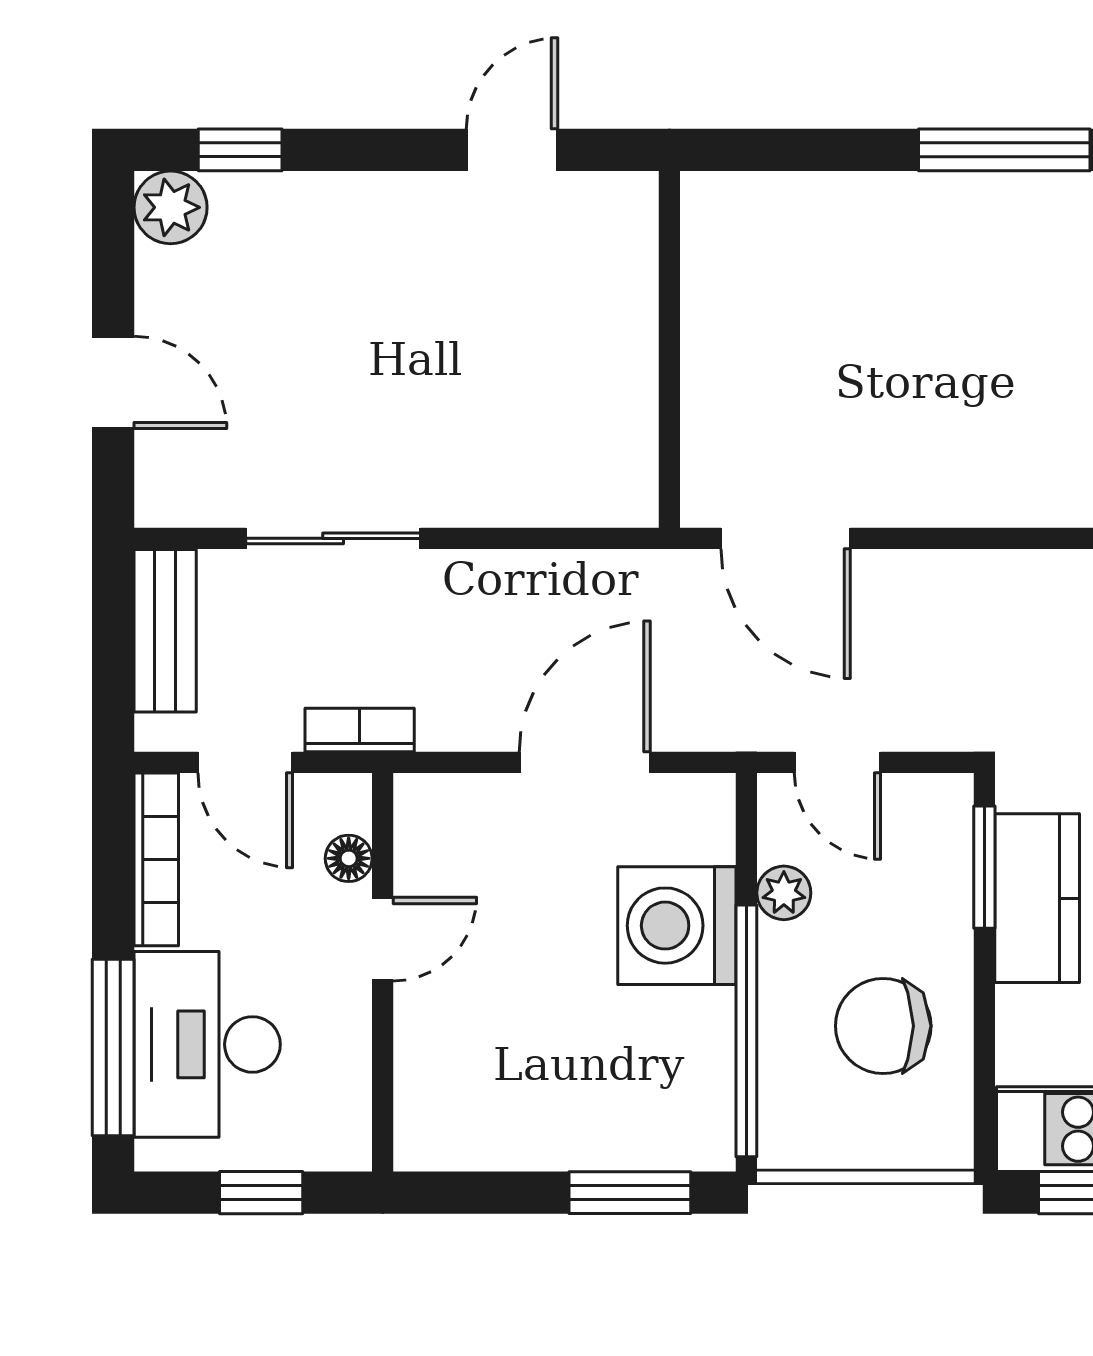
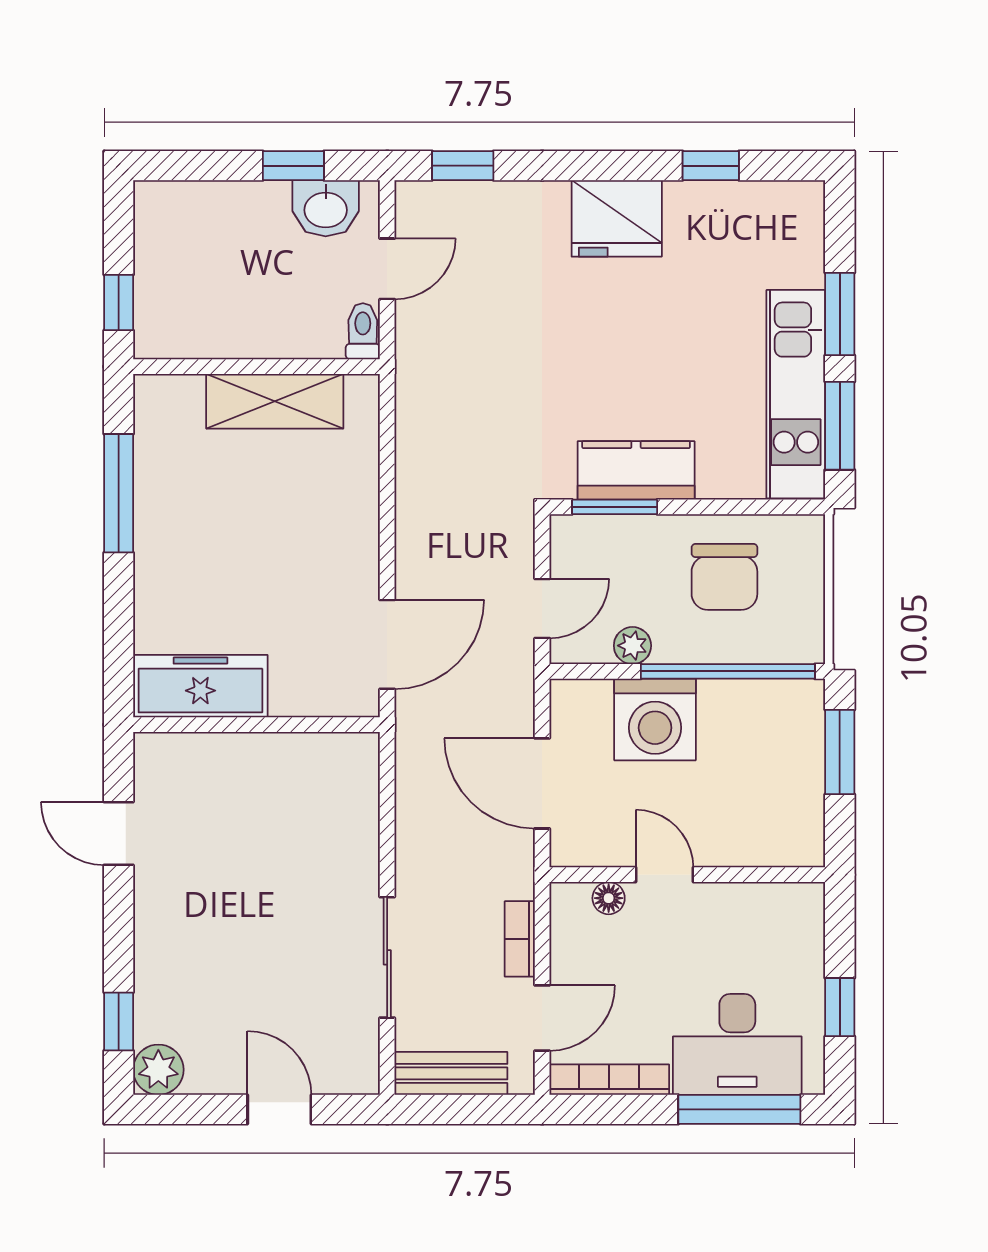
freezer: (725, 268) -> (200, 686), added
door: (113, 382) -> (279, 1109), hinge flipped
floor lamp: (349, 858) -> (609, 898), moved
door: (383, 939) -> (664, 875), moved
wall: (383, 972) -> (687, 875), moved

